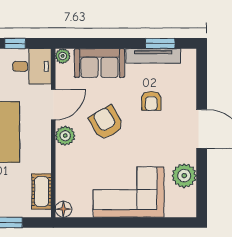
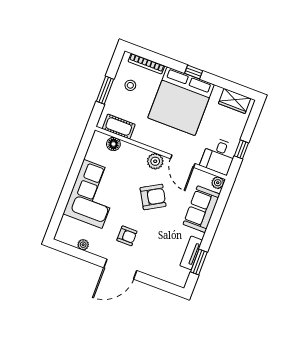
tv unit: (153, 56) -> (191, 253), width x0.71
armchair: (151, 101) -> (127, 236), moved, turned 180
plant: (184, 176) -> (83, 245), width x0.53, depth x0.53
floor lamp: (63, 209) -> (113, 144), moved

